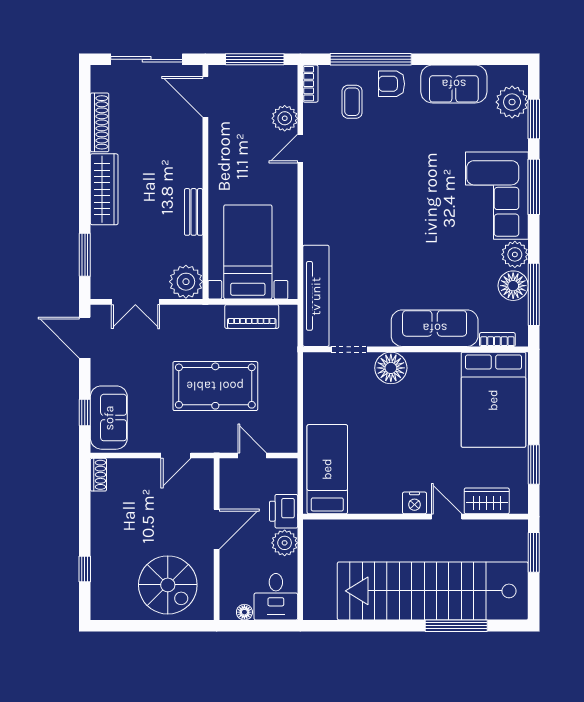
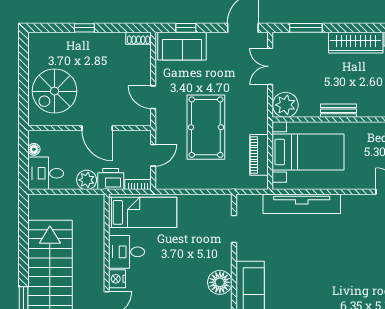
tv unit: (316, 296) -> (302, 204), moved
floor lamp: (391, 368) -> (220, 282), moved
bookcase: (291, 475) -> (138, 185), added
desk: (379, 490) -> (127, 252), added
window: (85, 569) -> (84, 28), moved

